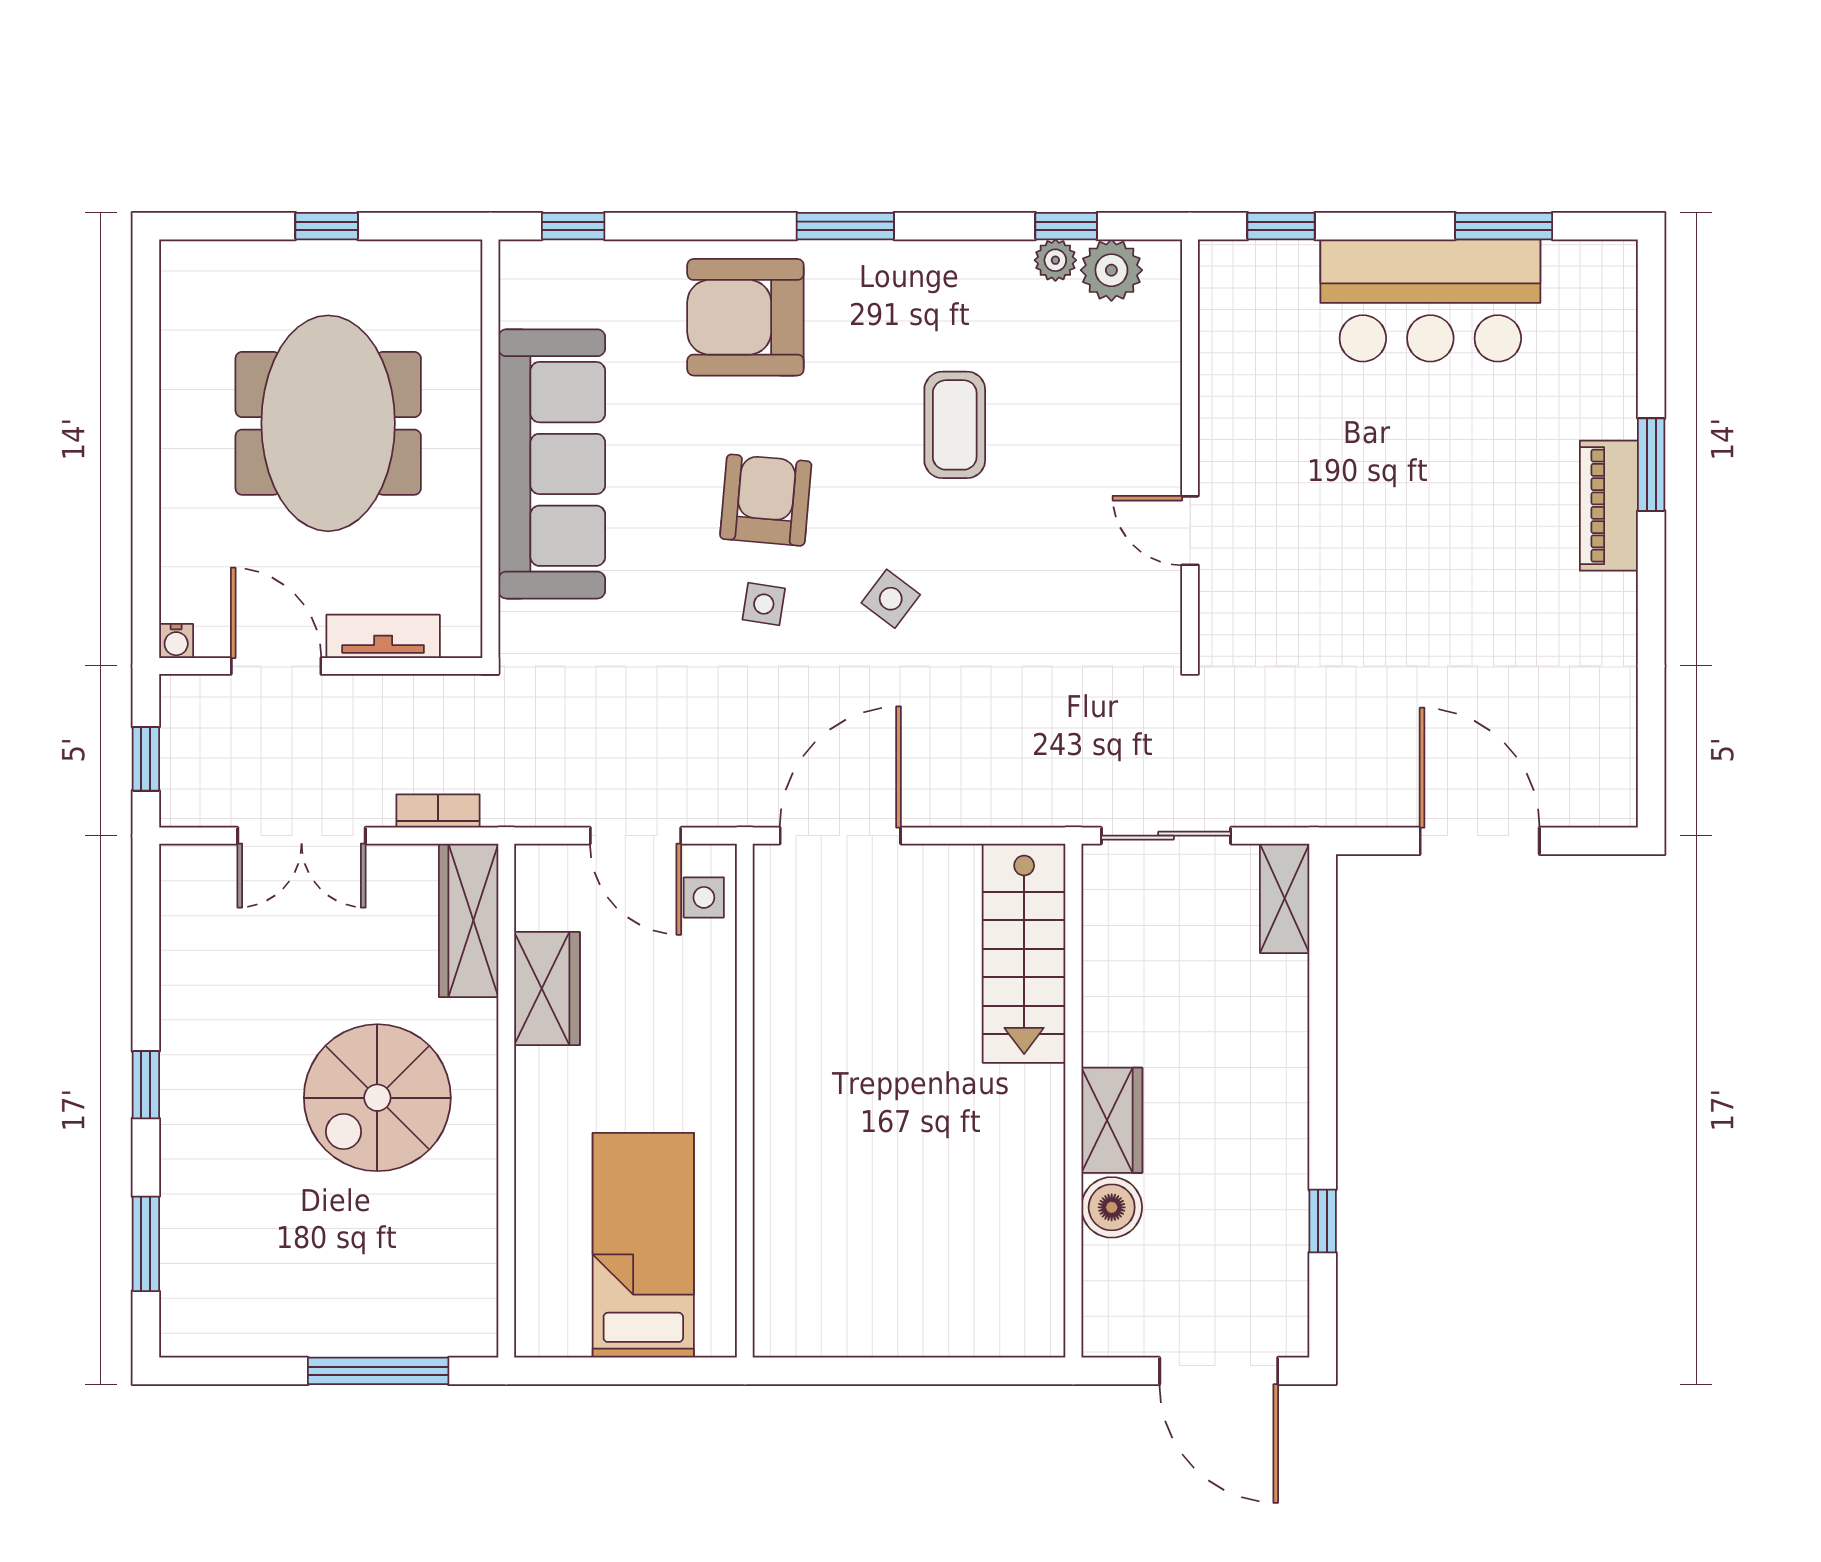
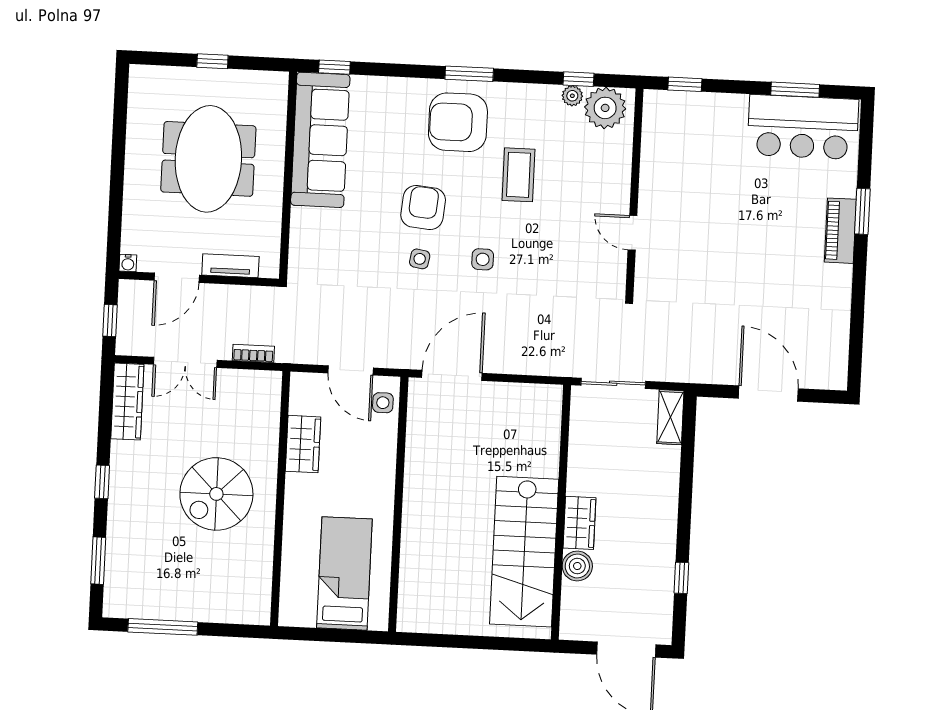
plant: (1111, 270) -> (605, 108), width x1.36, depth x1.36
bar counter: (1430, 300) -> (803, 127), moved
armchair: (745, 317) -> (458, 122), moved
sofa: (552, 464) -> (320, 140), moved
side table: (891, 599) -> (483, 259), turned -37
door: (276, 666) -> (177, 278), swing flipped
wardrobe: (469, 920) -> (127, 402), moved, turned 180
stairs: (1024, 953) -> (524, 552), moved, width x1.36, depth x1.51
window: (378, 1371) -> (163, 627), moved

